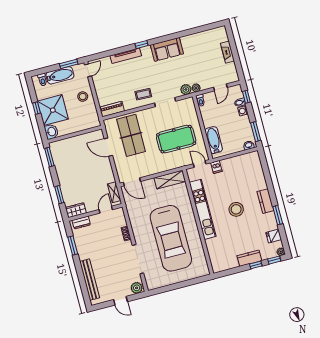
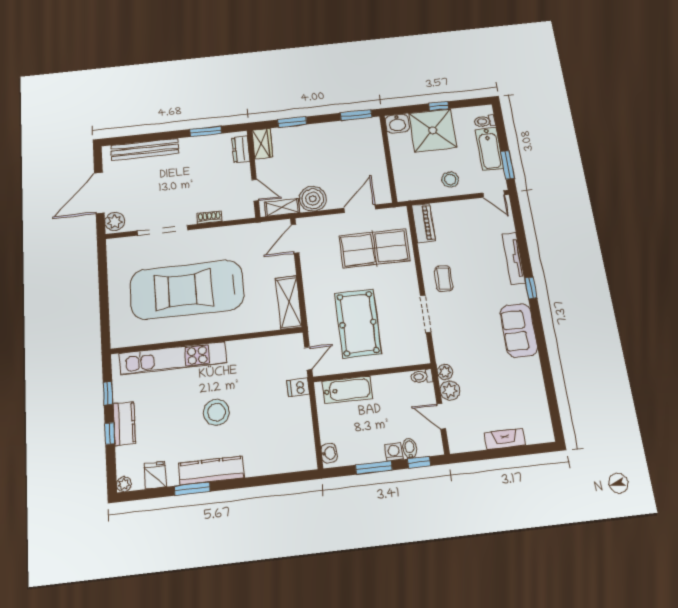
plant: (186, 90) -> (450, 390), moved
window: (256, 132) -> (374, 468), moved
boiler: (106, 175) -> (313, 199), added
kitchen counter: (265, 201) -> (211, 471), width x1.50
kitchen unit: (203, 209) -> (173, 358), moved
window: (274, 260) -> (108, 393), moved
door: (120, 301) -> (99, 193), width x1.88

